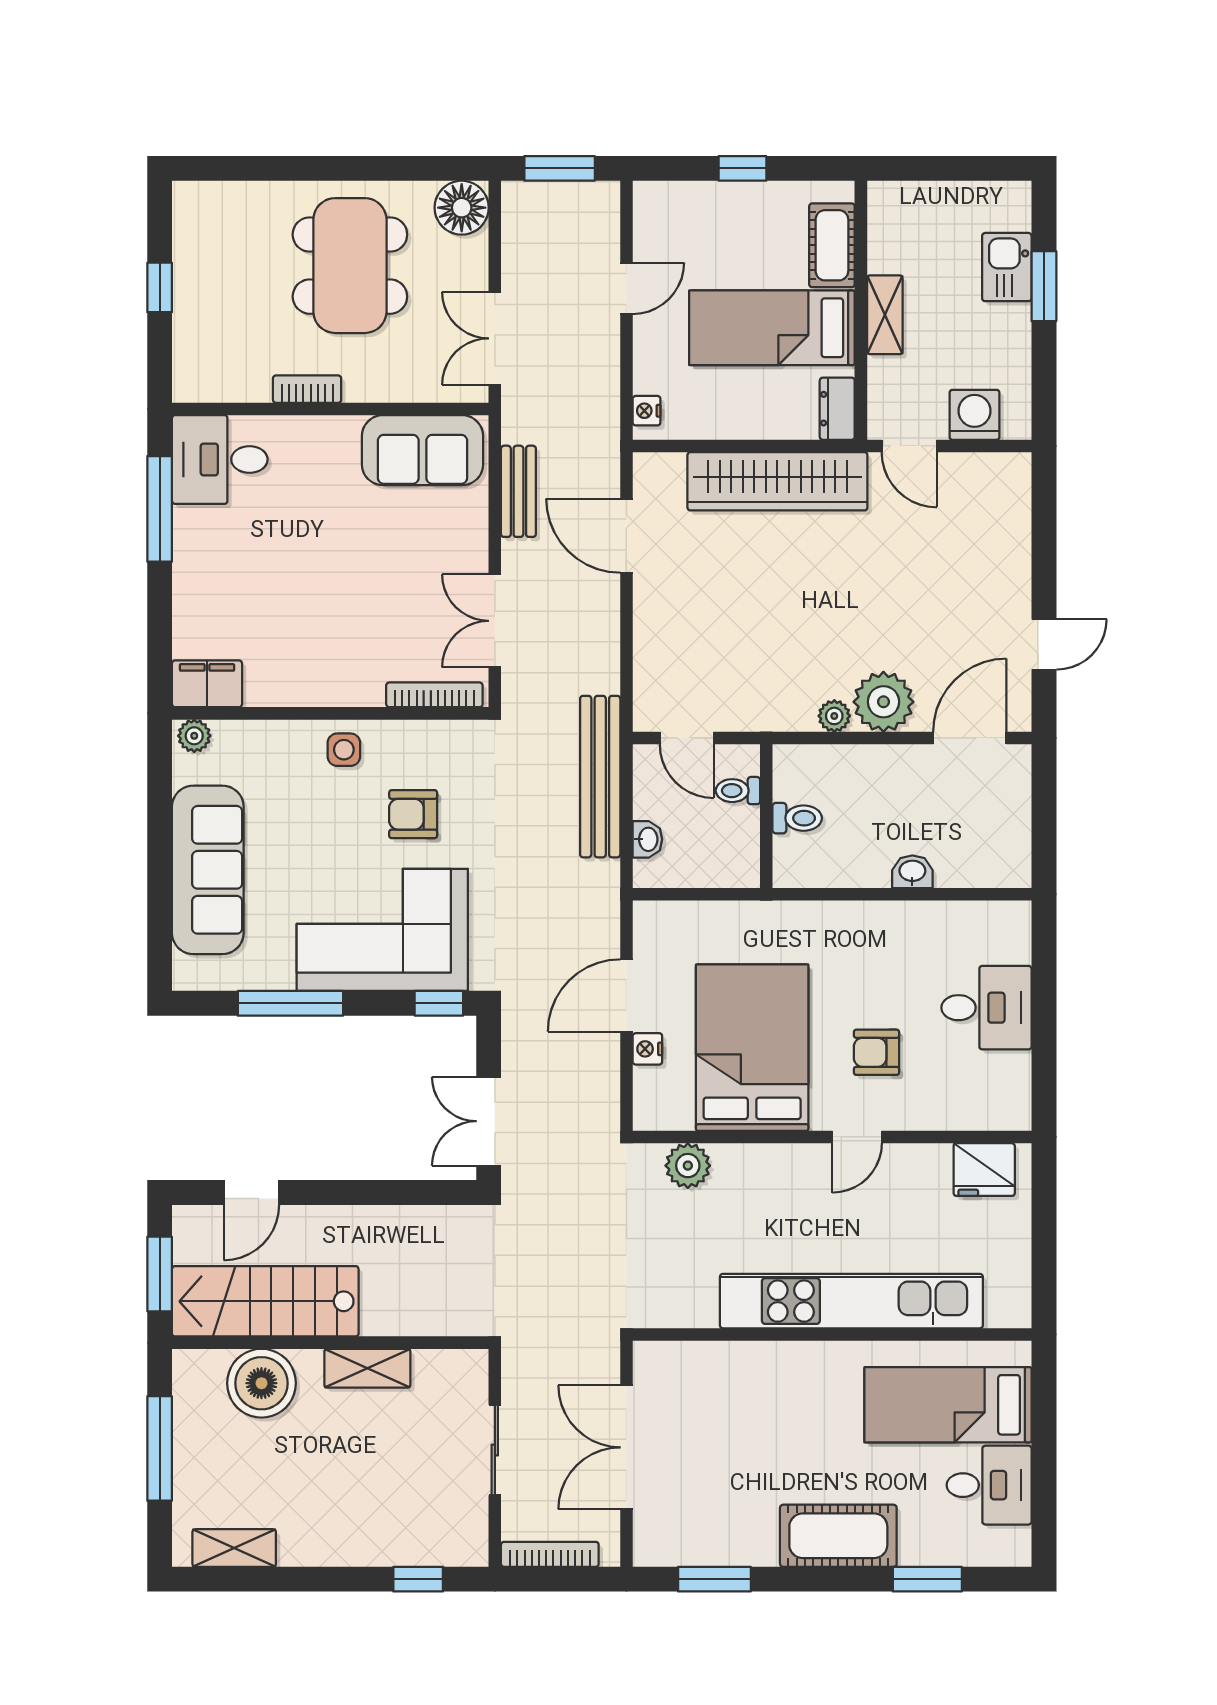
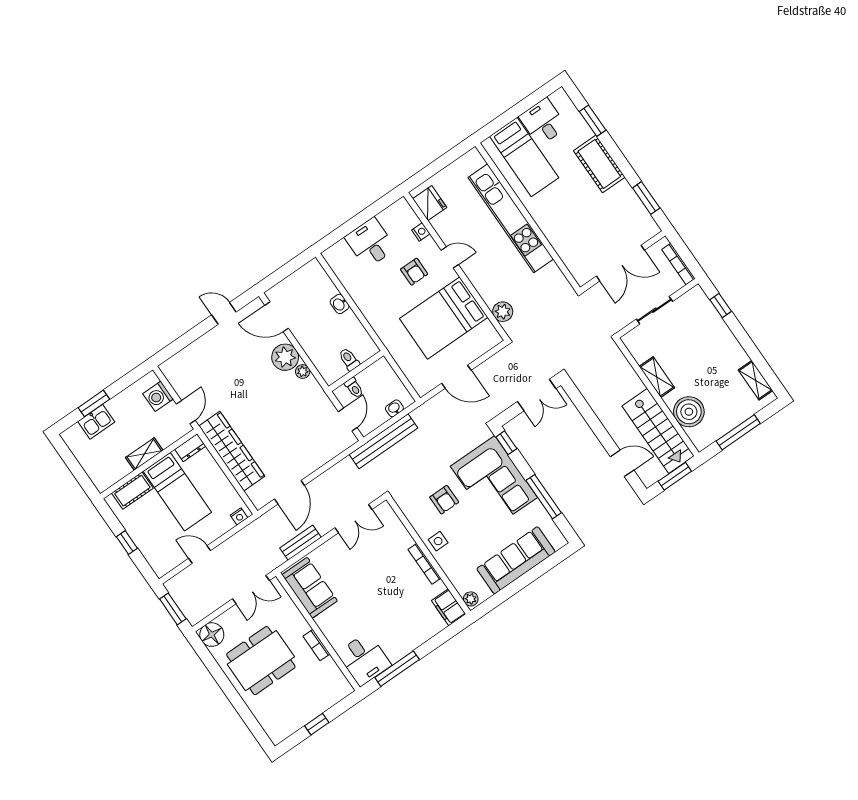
bookcase: (434, 695) -> (424, 564), moved
nightstand: (647, 1049) -> (421, 232), moved, turned -90

